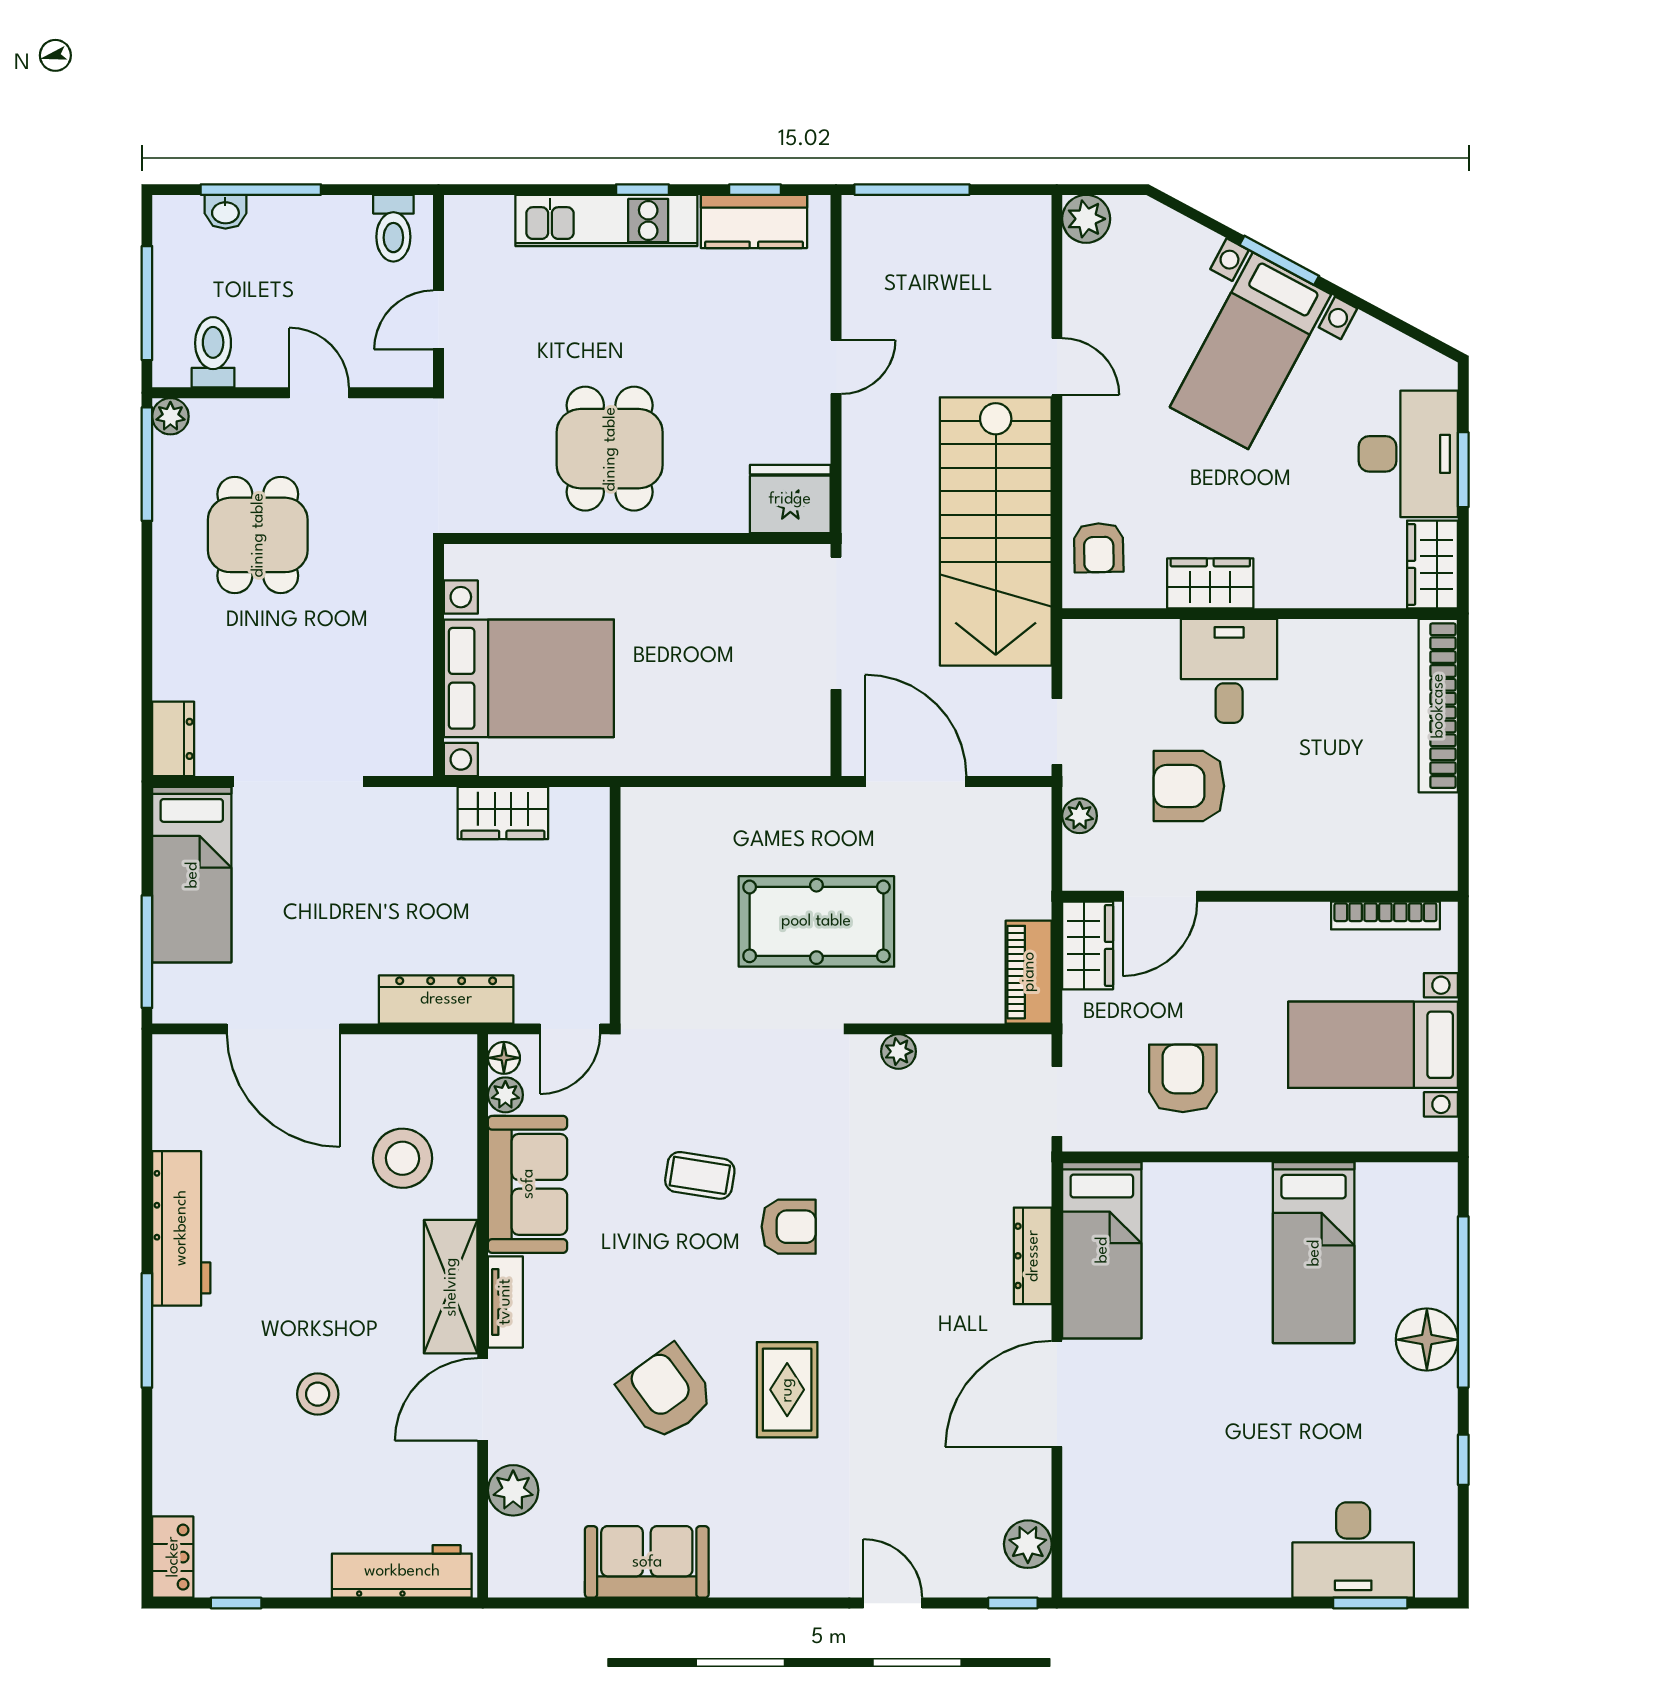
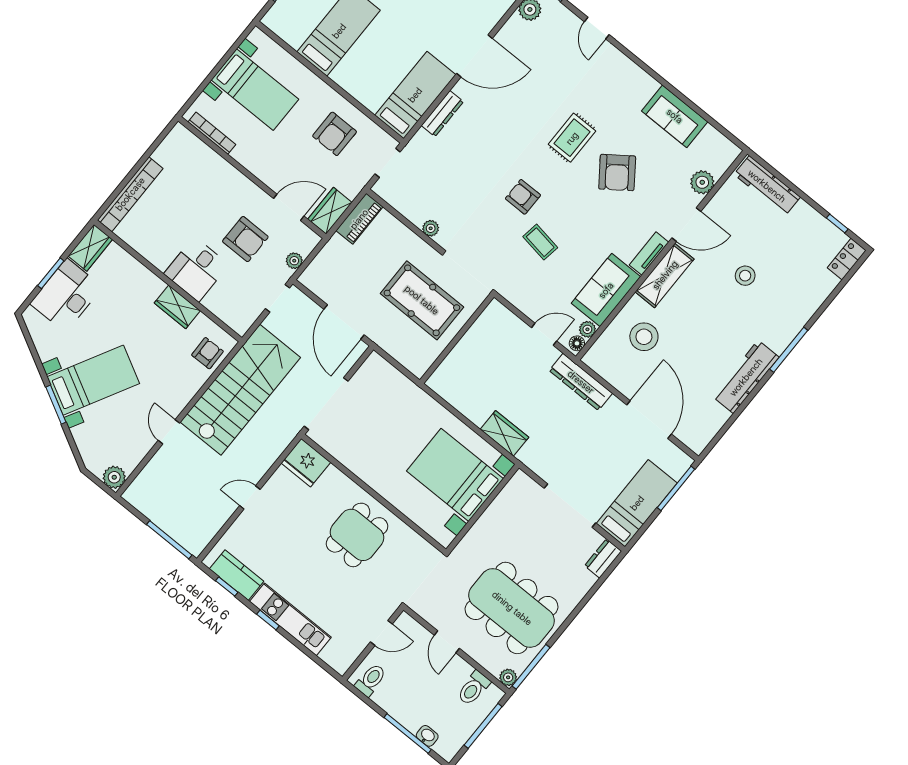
dining table: (258, 535) -> (512, 608), width x1.88, depth x1.24
wall: (615, 905) -> (457, 339), moved

